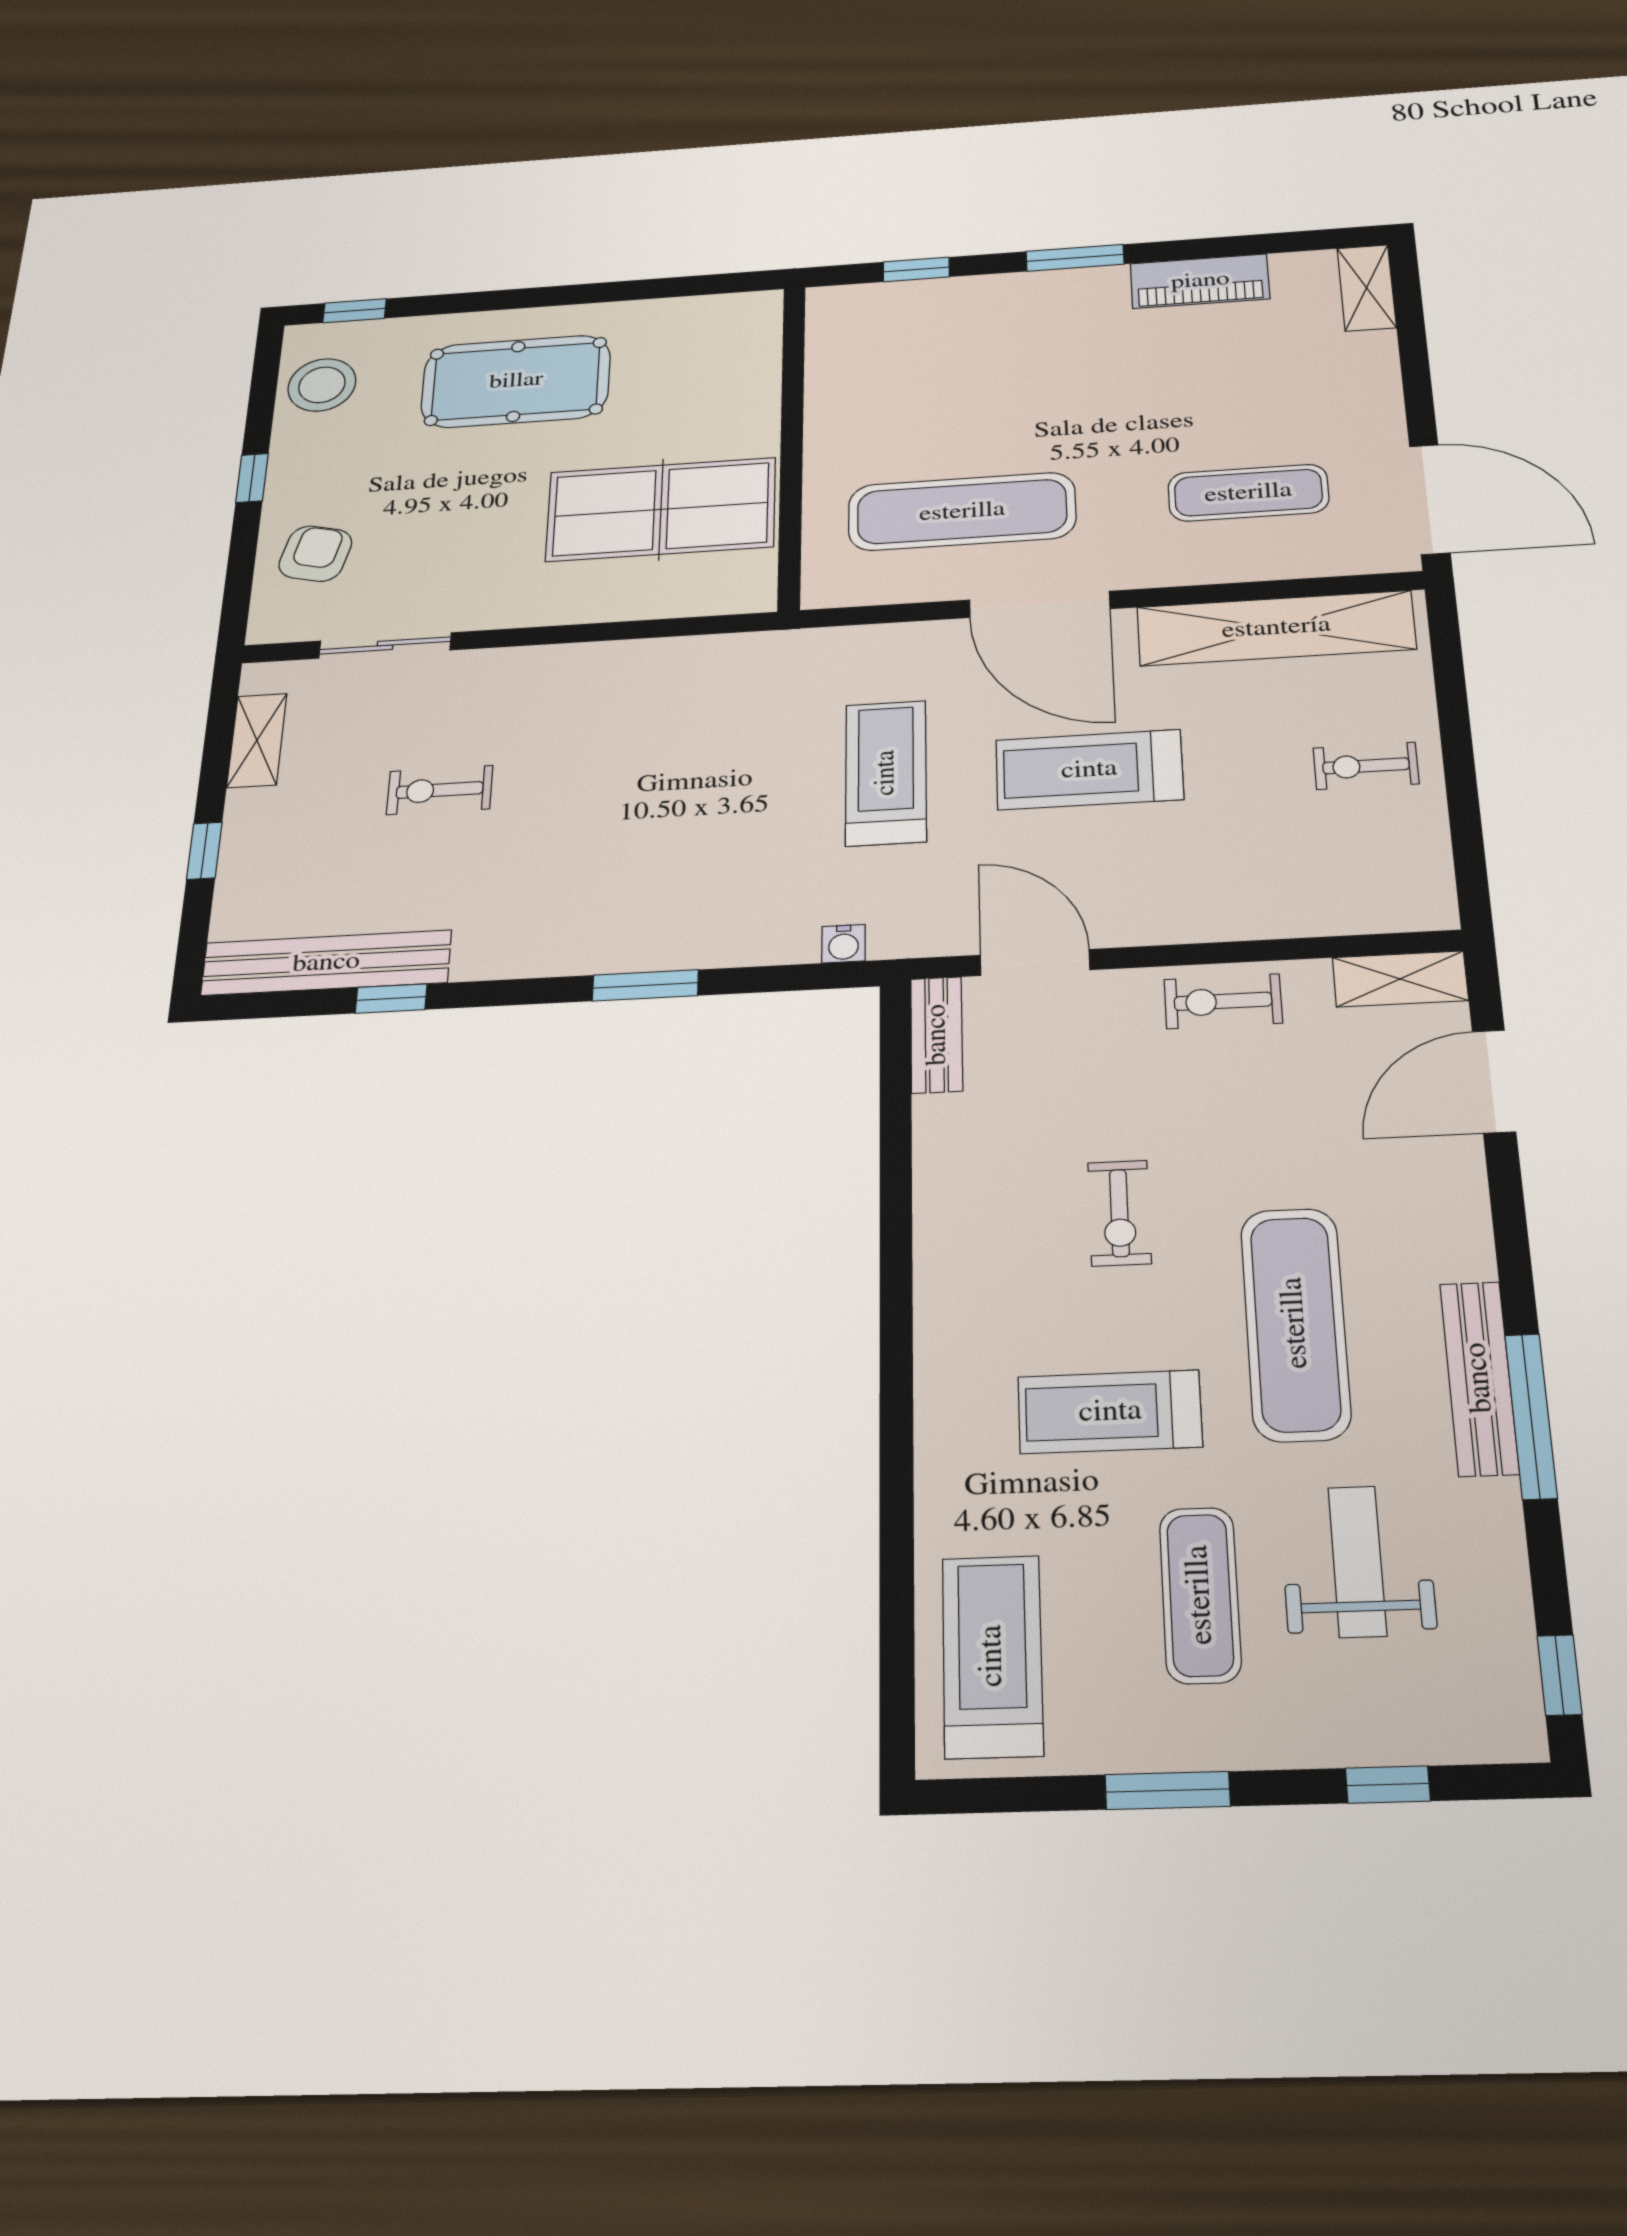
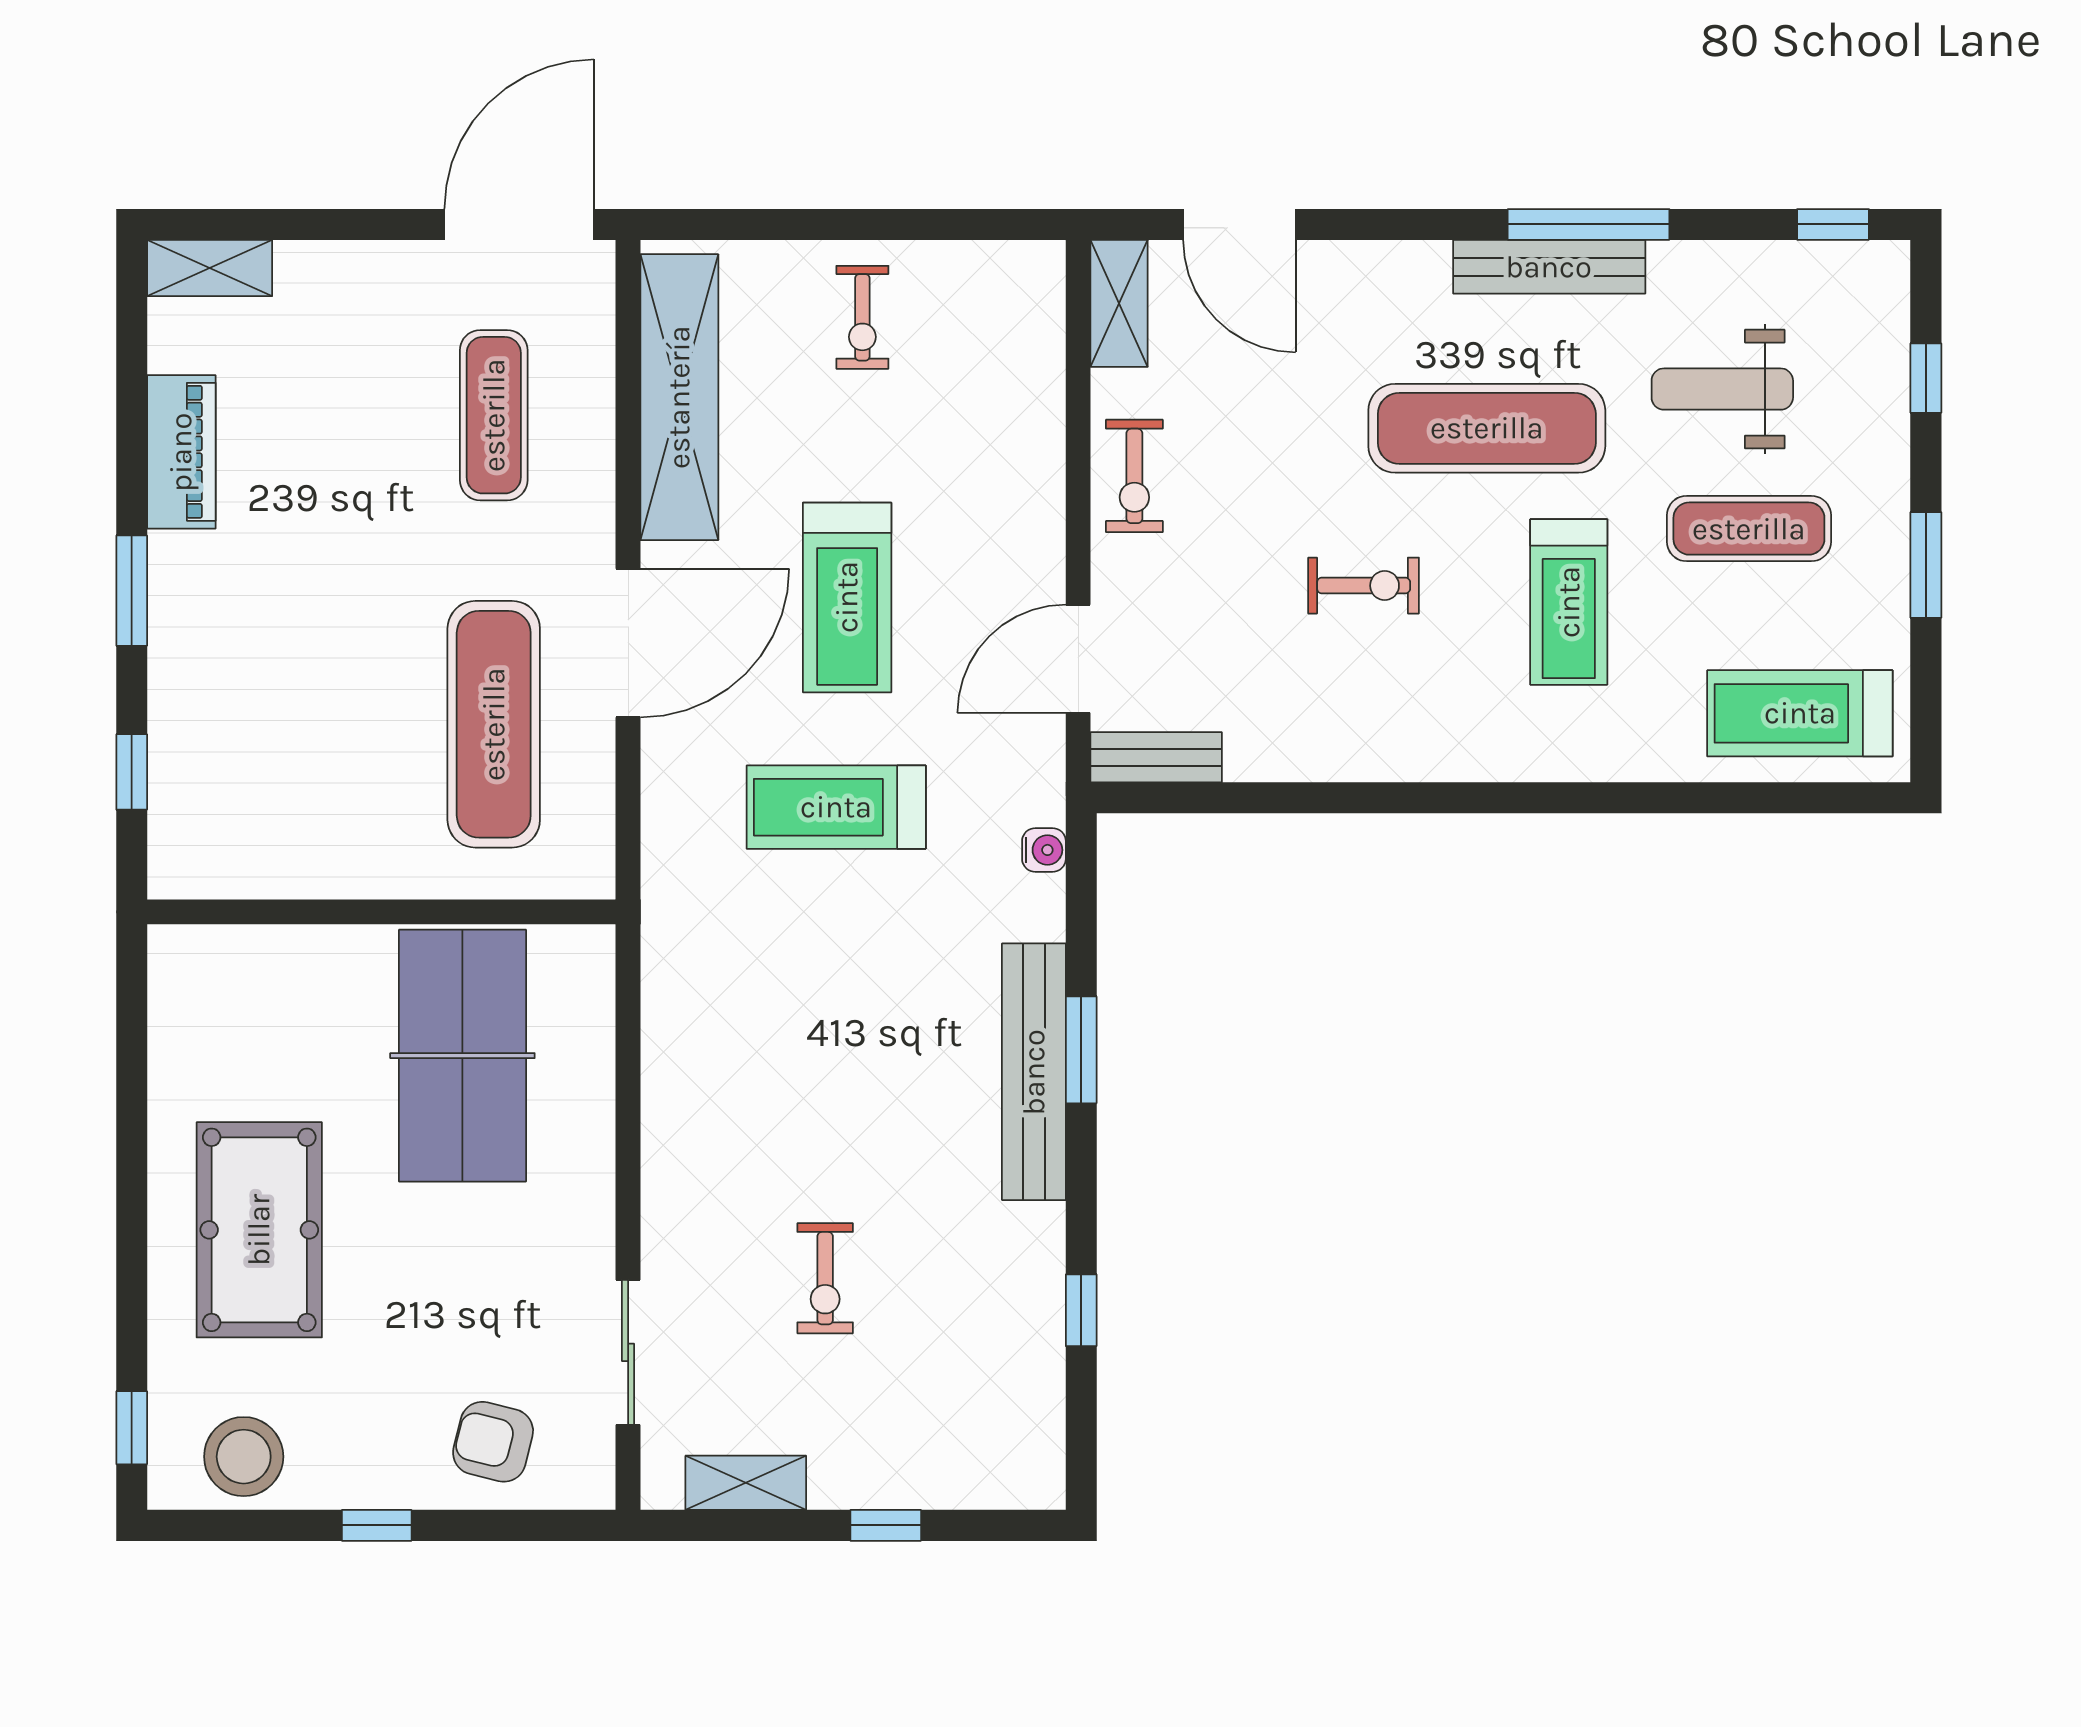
bench: (326, 963) -> (1034, 1072), moved

